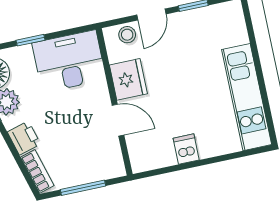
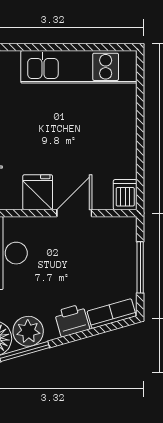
fridge: (128, 79) -> (38, 192), width x0.72
dishwasher: (186, 149) -> (125, 195), moved, turned 90

